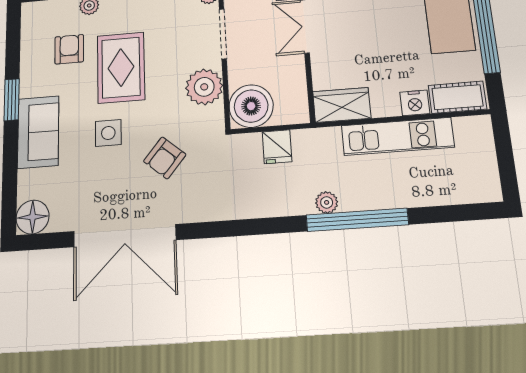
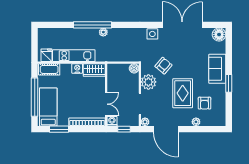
nightstand: (415, 103) -> (77, 68), moved
boiler: (251, 106) -> (134, 68), width x0.54, depth x0.54
side table: (108, 133) -> (152, 34), moved
fridge: (277, 147) -> (47, 55), moved
armchair: (165, 158) -> (163, 66), moved

